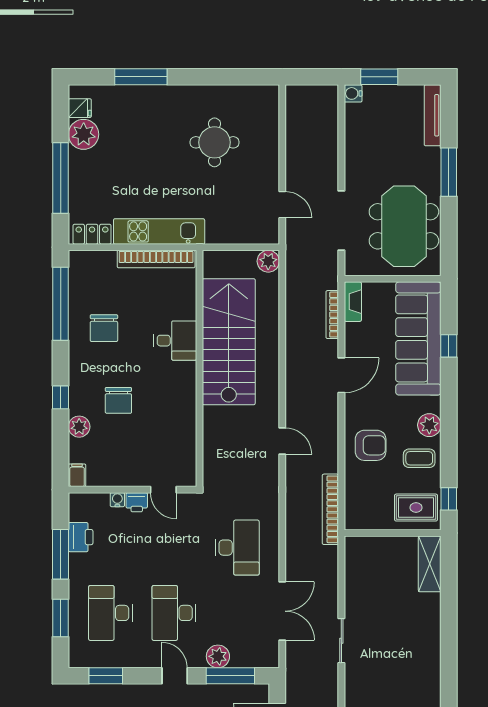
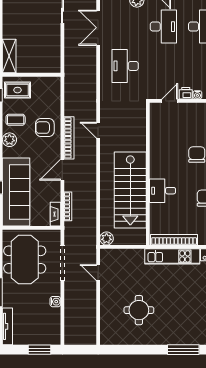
water cooler: (353, 93) -> (55, 302), moved
door: (163, 490) -> (170, 101), hinge flipped
bookcase: (330, 509) -> (69, 138), moved

